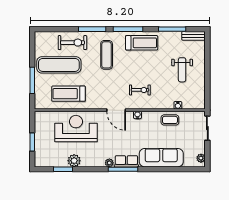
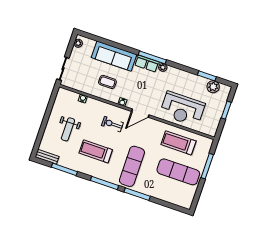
exercise bike: (72, 43) -> (159, 188), removed
treadmill: (142, 43) -> (96, 151), moved
exercise mat: (107, 55) -> (132, 166), width x1.36, depth x1.45
weight bench: (182, 70) -> (68, 129), turned 180
treadmill: (68, 94) -> (178, 143), turned 180
door: (116, 110) -> (140, 113), swing flipped
coffee table: (170, 120) -> (107, 82), moved
plant: (74, 161) -> (213, 87), moved

